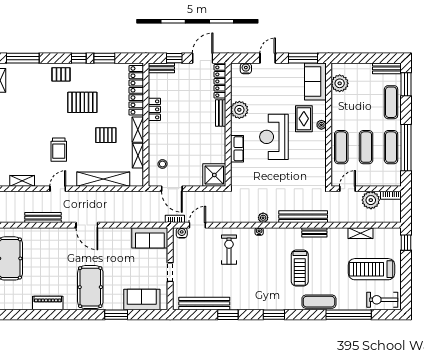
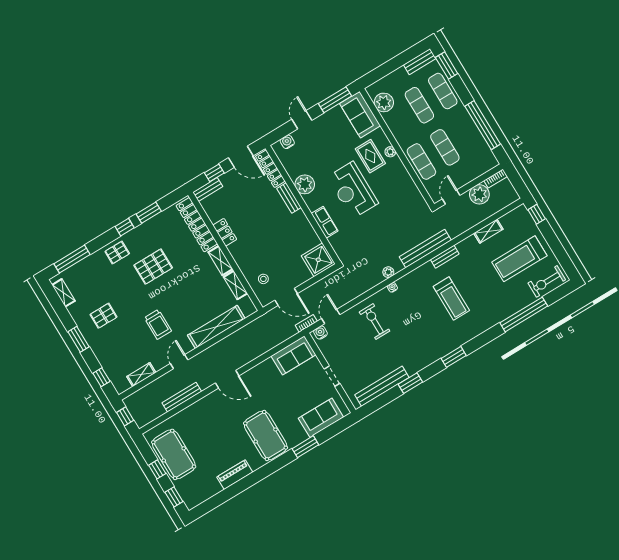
door: (203, 58) -> (241, 157), swing flipped
pallet: (106, 135) -> (104, 316), moved
exercise mat: (391, 147) -> (419, 105), moved
exercise mat: (319, 302) -> (488, 319), removed

